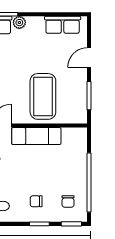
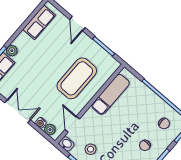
coffee table: (43, 96) -> (77, 78), turned 90
exam couch: (36, 136) -> (111, 94), moved

